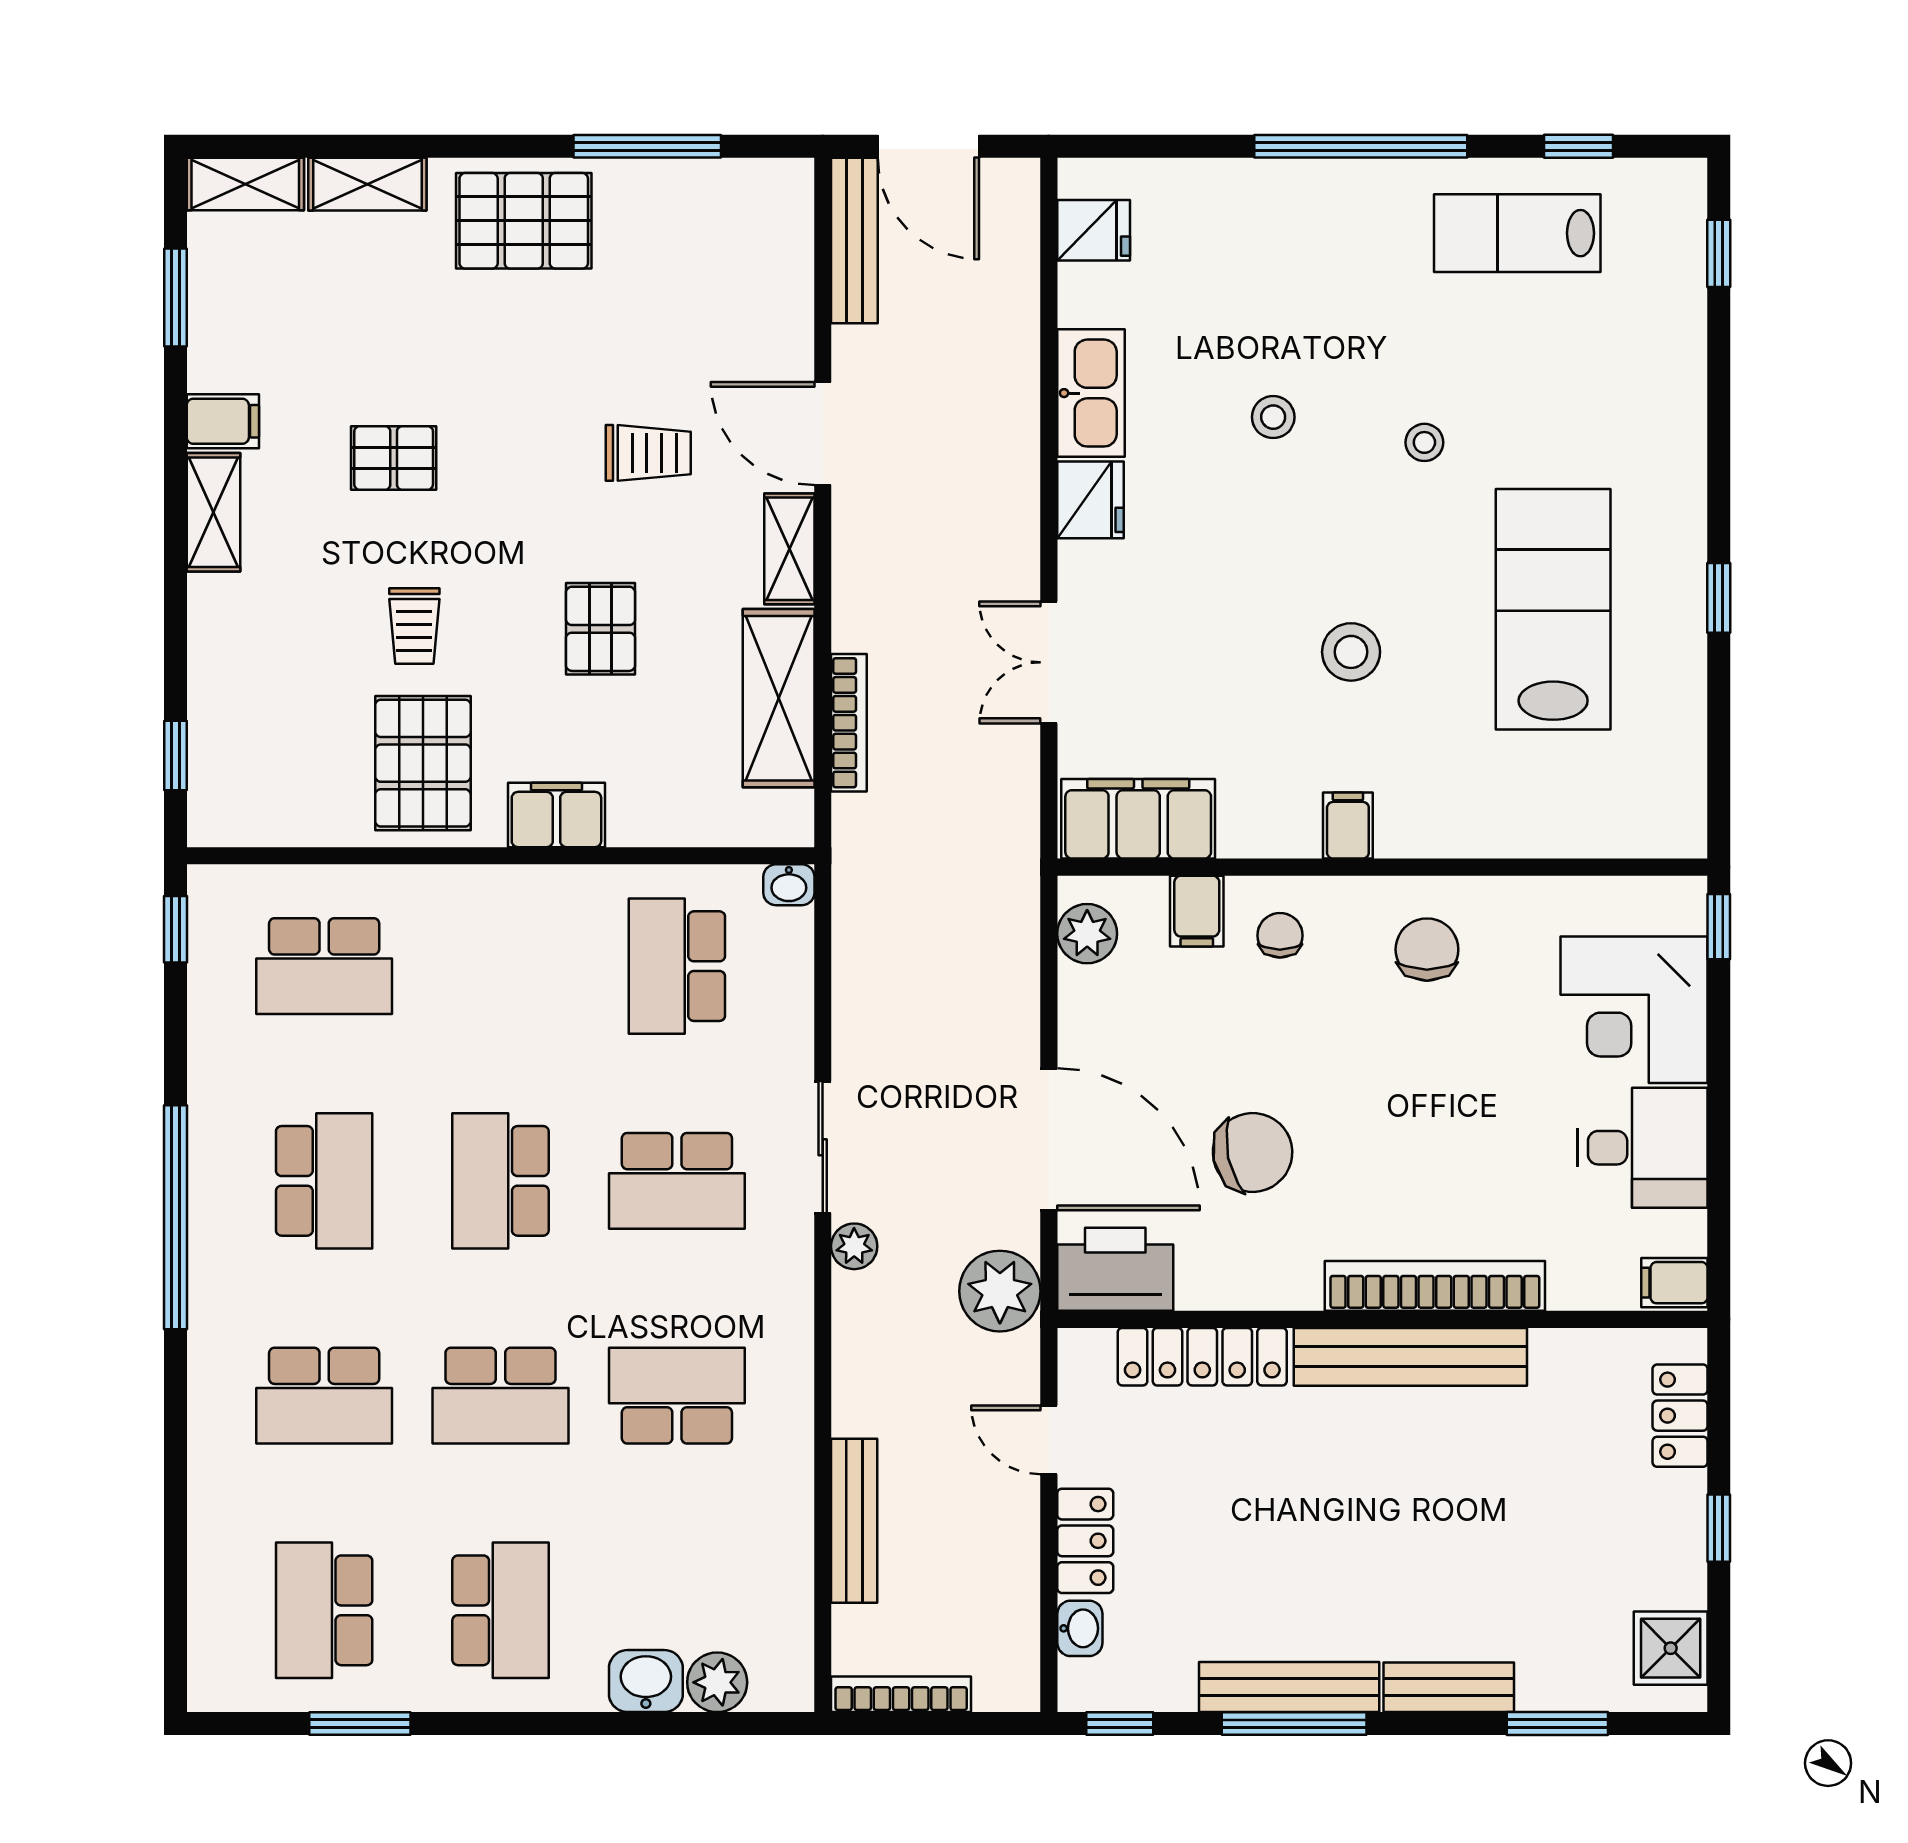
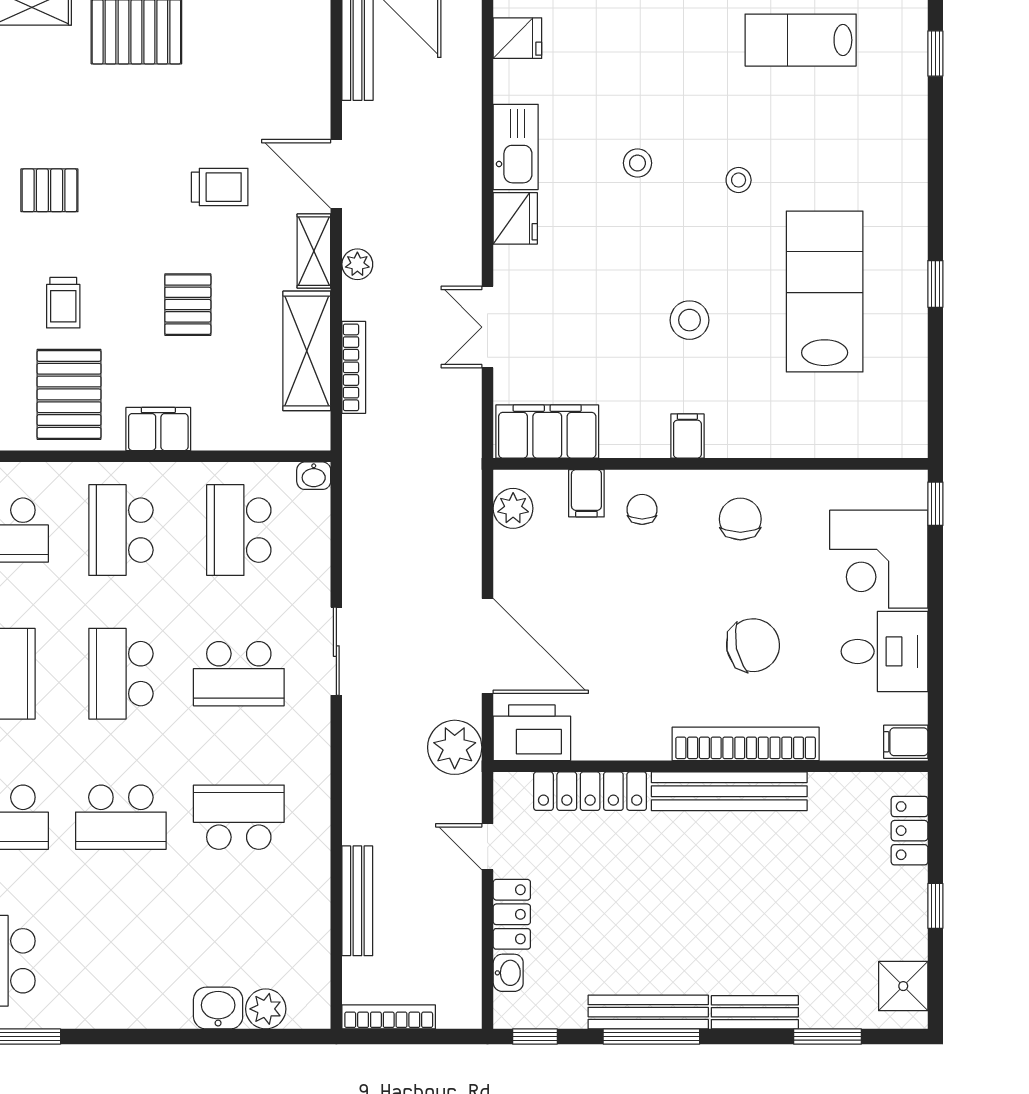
chair: (1253, 1152) -> (753, 645), moved
plant: (854, 1246) -> (357, 264), moved
school desk: (501, 1610) -> (121, 530), moved, turned 180

